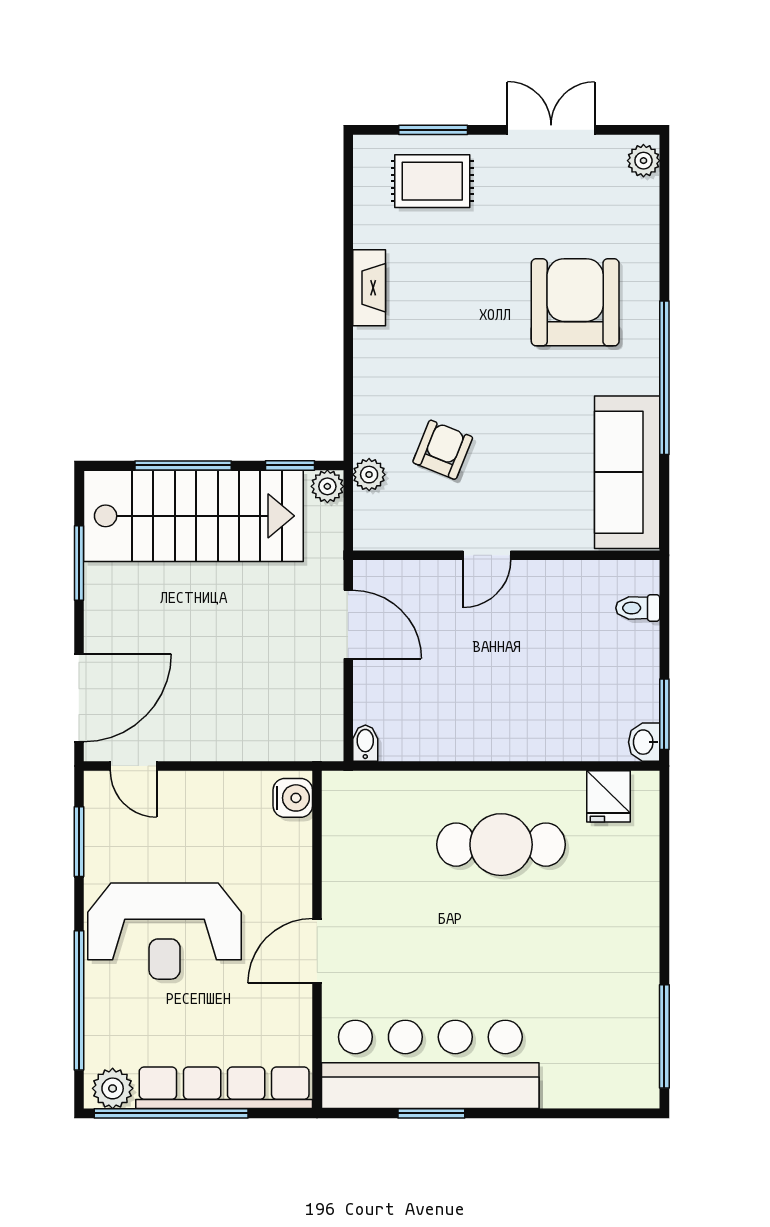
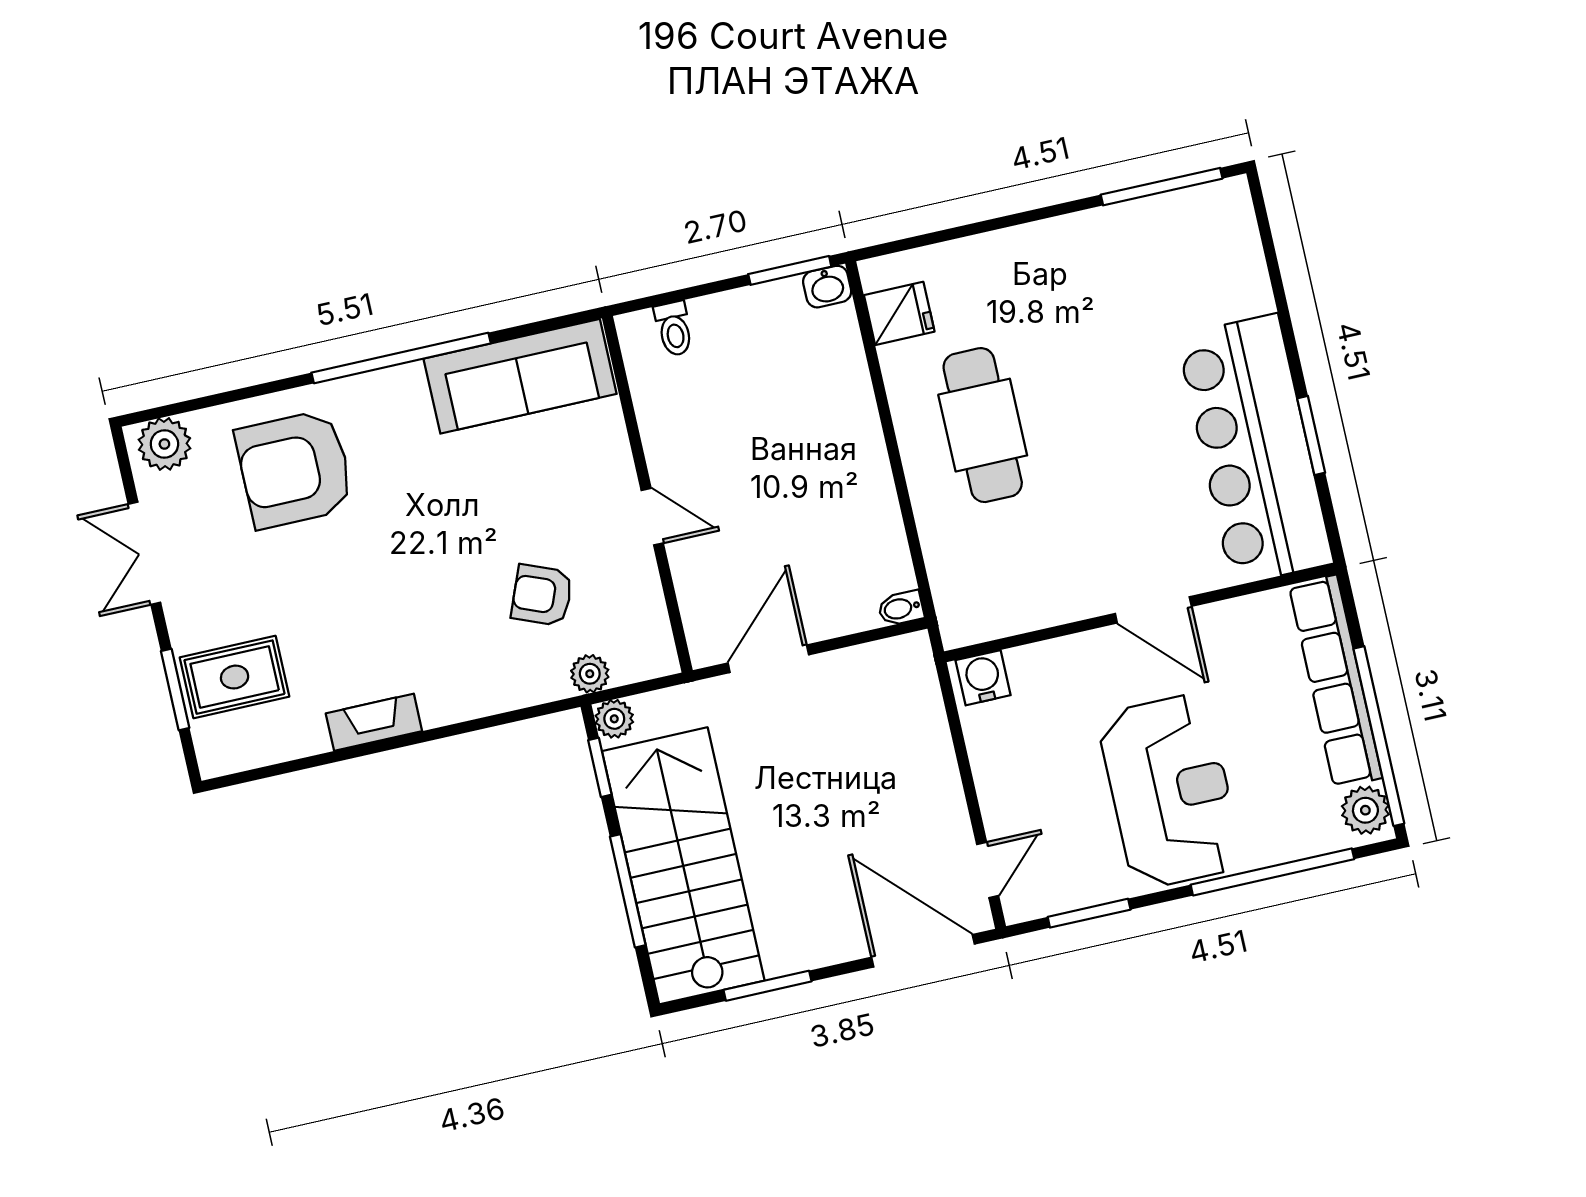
plant: (643, 161) -> (164, 444), width x1.38, depth x1.38
rug: (432, 181) -> (235, 677), turned 90
armchair: (575, 302) -> (295, 469), moved

